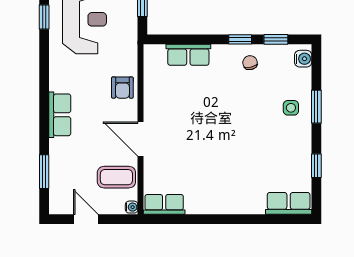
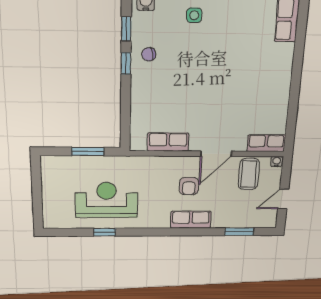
row of seats: (188, 55) -> (168, 142), moved, turned -90
armchair: (122, 88) -> (189, 186), moved, turned 90
row of seats: (164, 204) -> (266, 143), moved, turned 90

